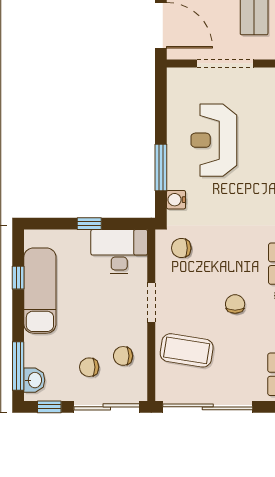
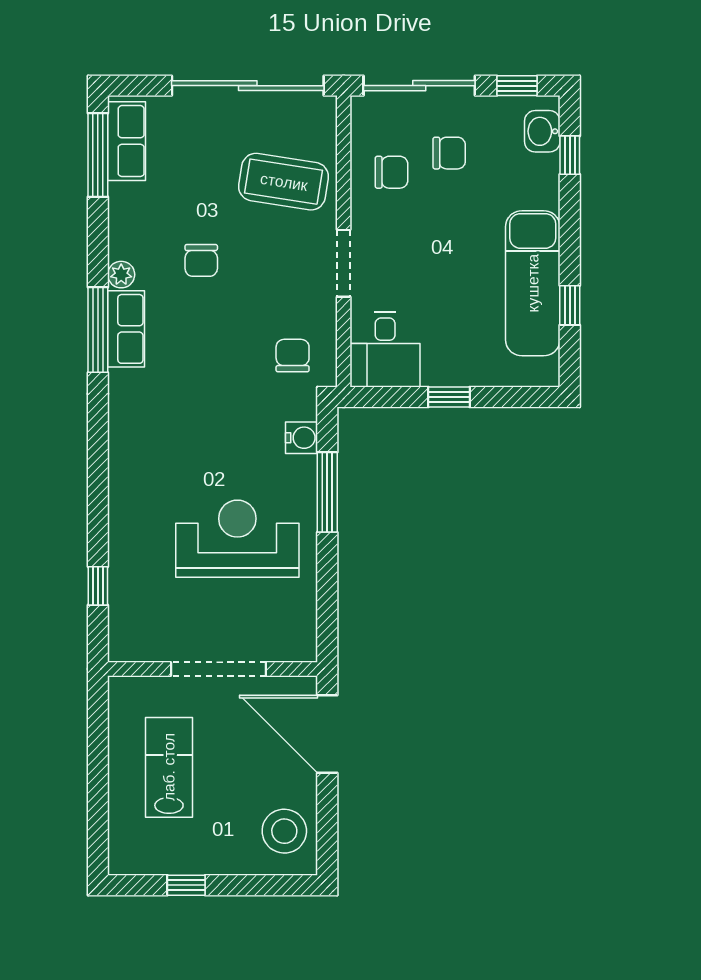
reception desk: (214, 140) -> (237, 539), turned -90
chair: (181, 248) -> (293, 356), turned -90
desk: (119, 252) -> (385, 350), width x0.73
window: (18, 366) -> (570, 155), width x0.46

